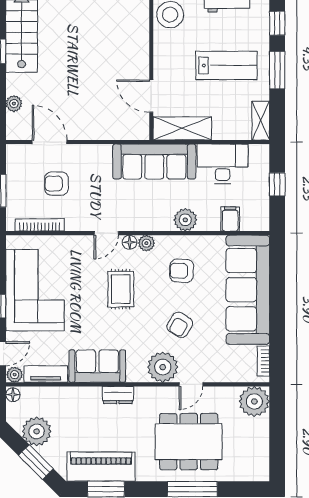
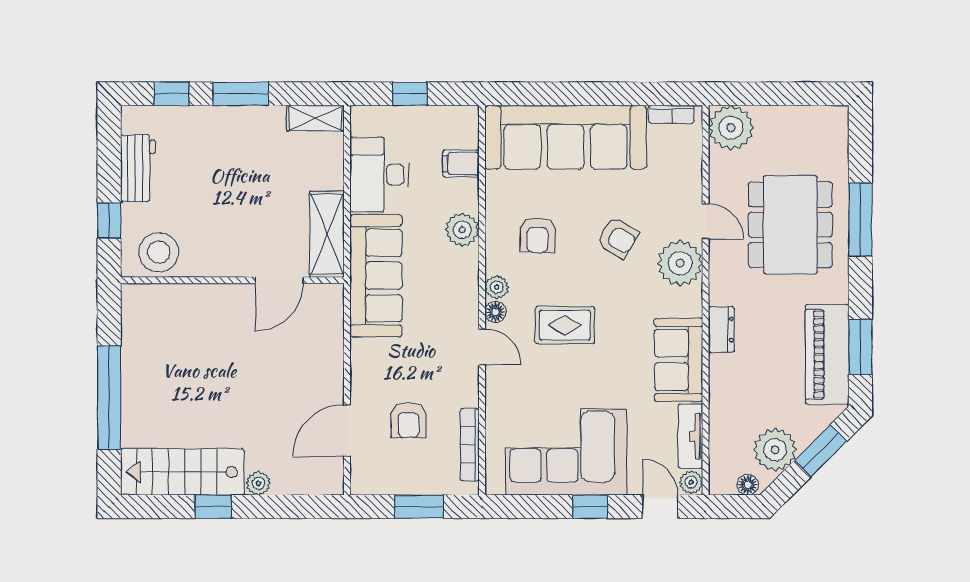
lab bench: (226, 65) -> (234, 169), removed
plant: (14, 104) -> (258, 483), moved
floor lamp: (13, 395) -> (748, 485), moved

